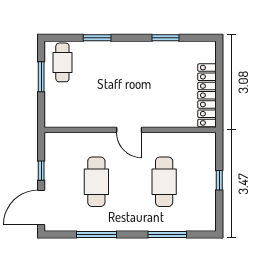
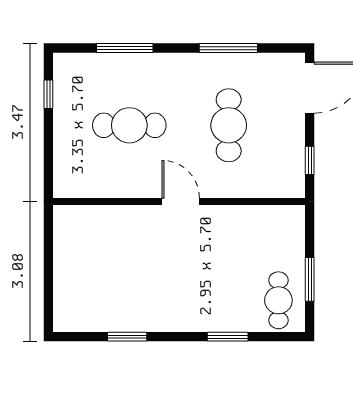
locker: (207, 95) -> (66, 252), removed
window: (41, 171) -> (310, 160), moved
window: (219, 180) -> (48, 94), moved
cafe table: (164, 182) -> (129, 125), turned 90

